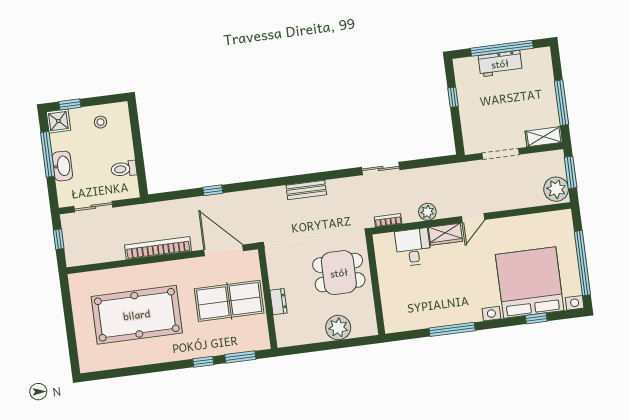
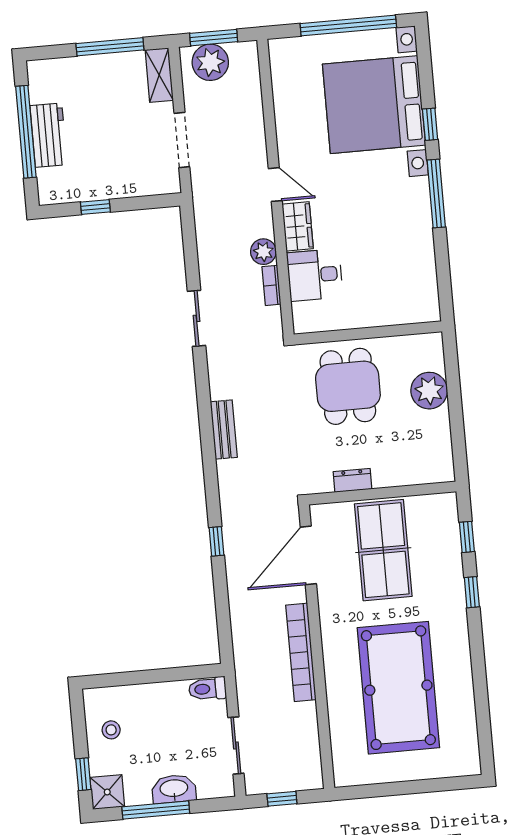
toilet: (124, 169) -> (207, 689), moved, turned 90
plant: (556, 189) -> (210, 62), moved
window: (213, 190) -> (216, 541), moved
bookcase: (388, 220) -> (271, 285), moved
dresser: (279, 302) -> (352, 480), moved
window: (536, 318) -> (430, 124), moved
window: (452, 329) -> (436, 193), moved
window: (240, 357) -> (467, 537), width x0.67

